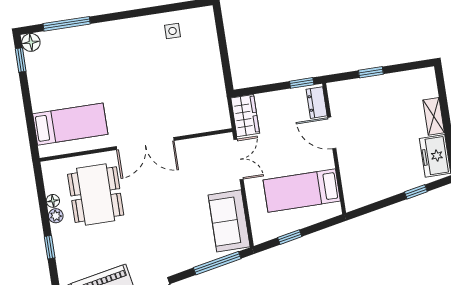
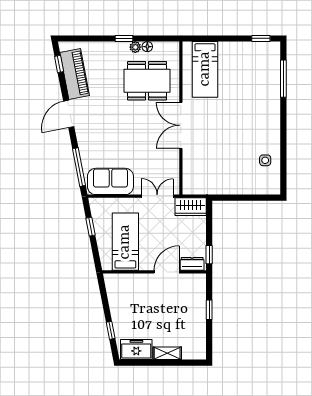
floor lamp: (31, 42) -> (273, 49), removed
double door: (238, 159) -> (157, 196), swing flipped
window: (50, 247) -> (124, 38), moved

